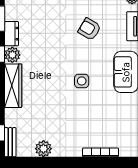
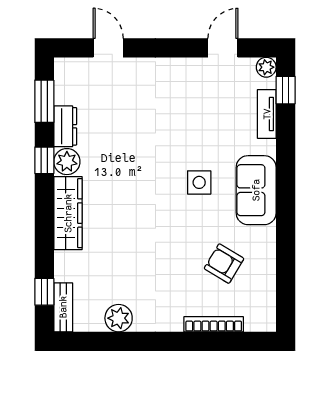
armchair: (89, 29) -> (224, 264), moved
side table: (82, 81) -> (199, 182), moved

